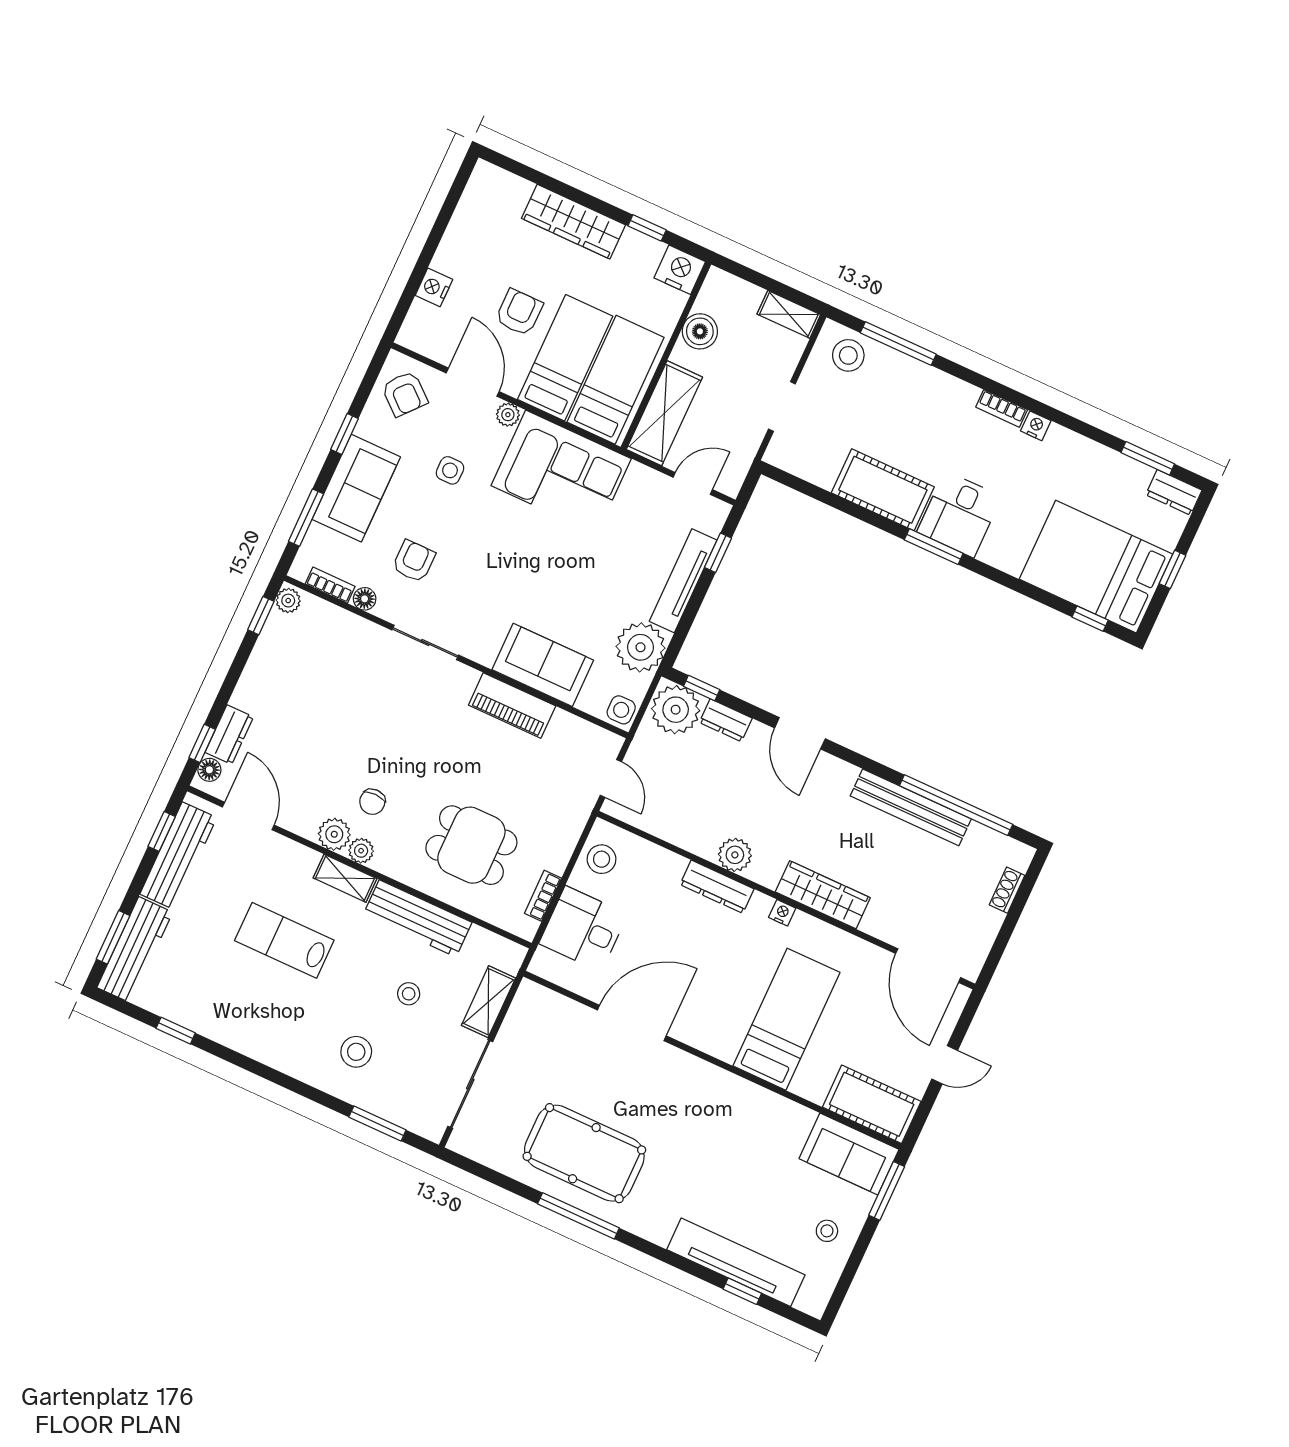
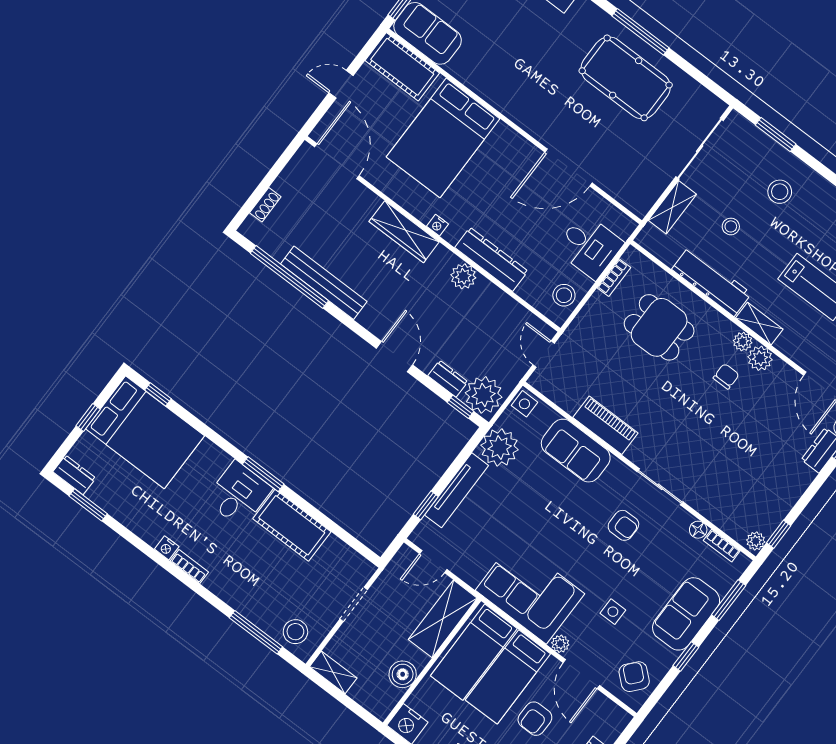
armchair: (414, 561) -> (623, 525), moved, turned -90
dresser: (717, 887) -> (491, 259), width x1.37, depth x1.24
bed: (786, 1019) -> (443, 138), width x1.50

